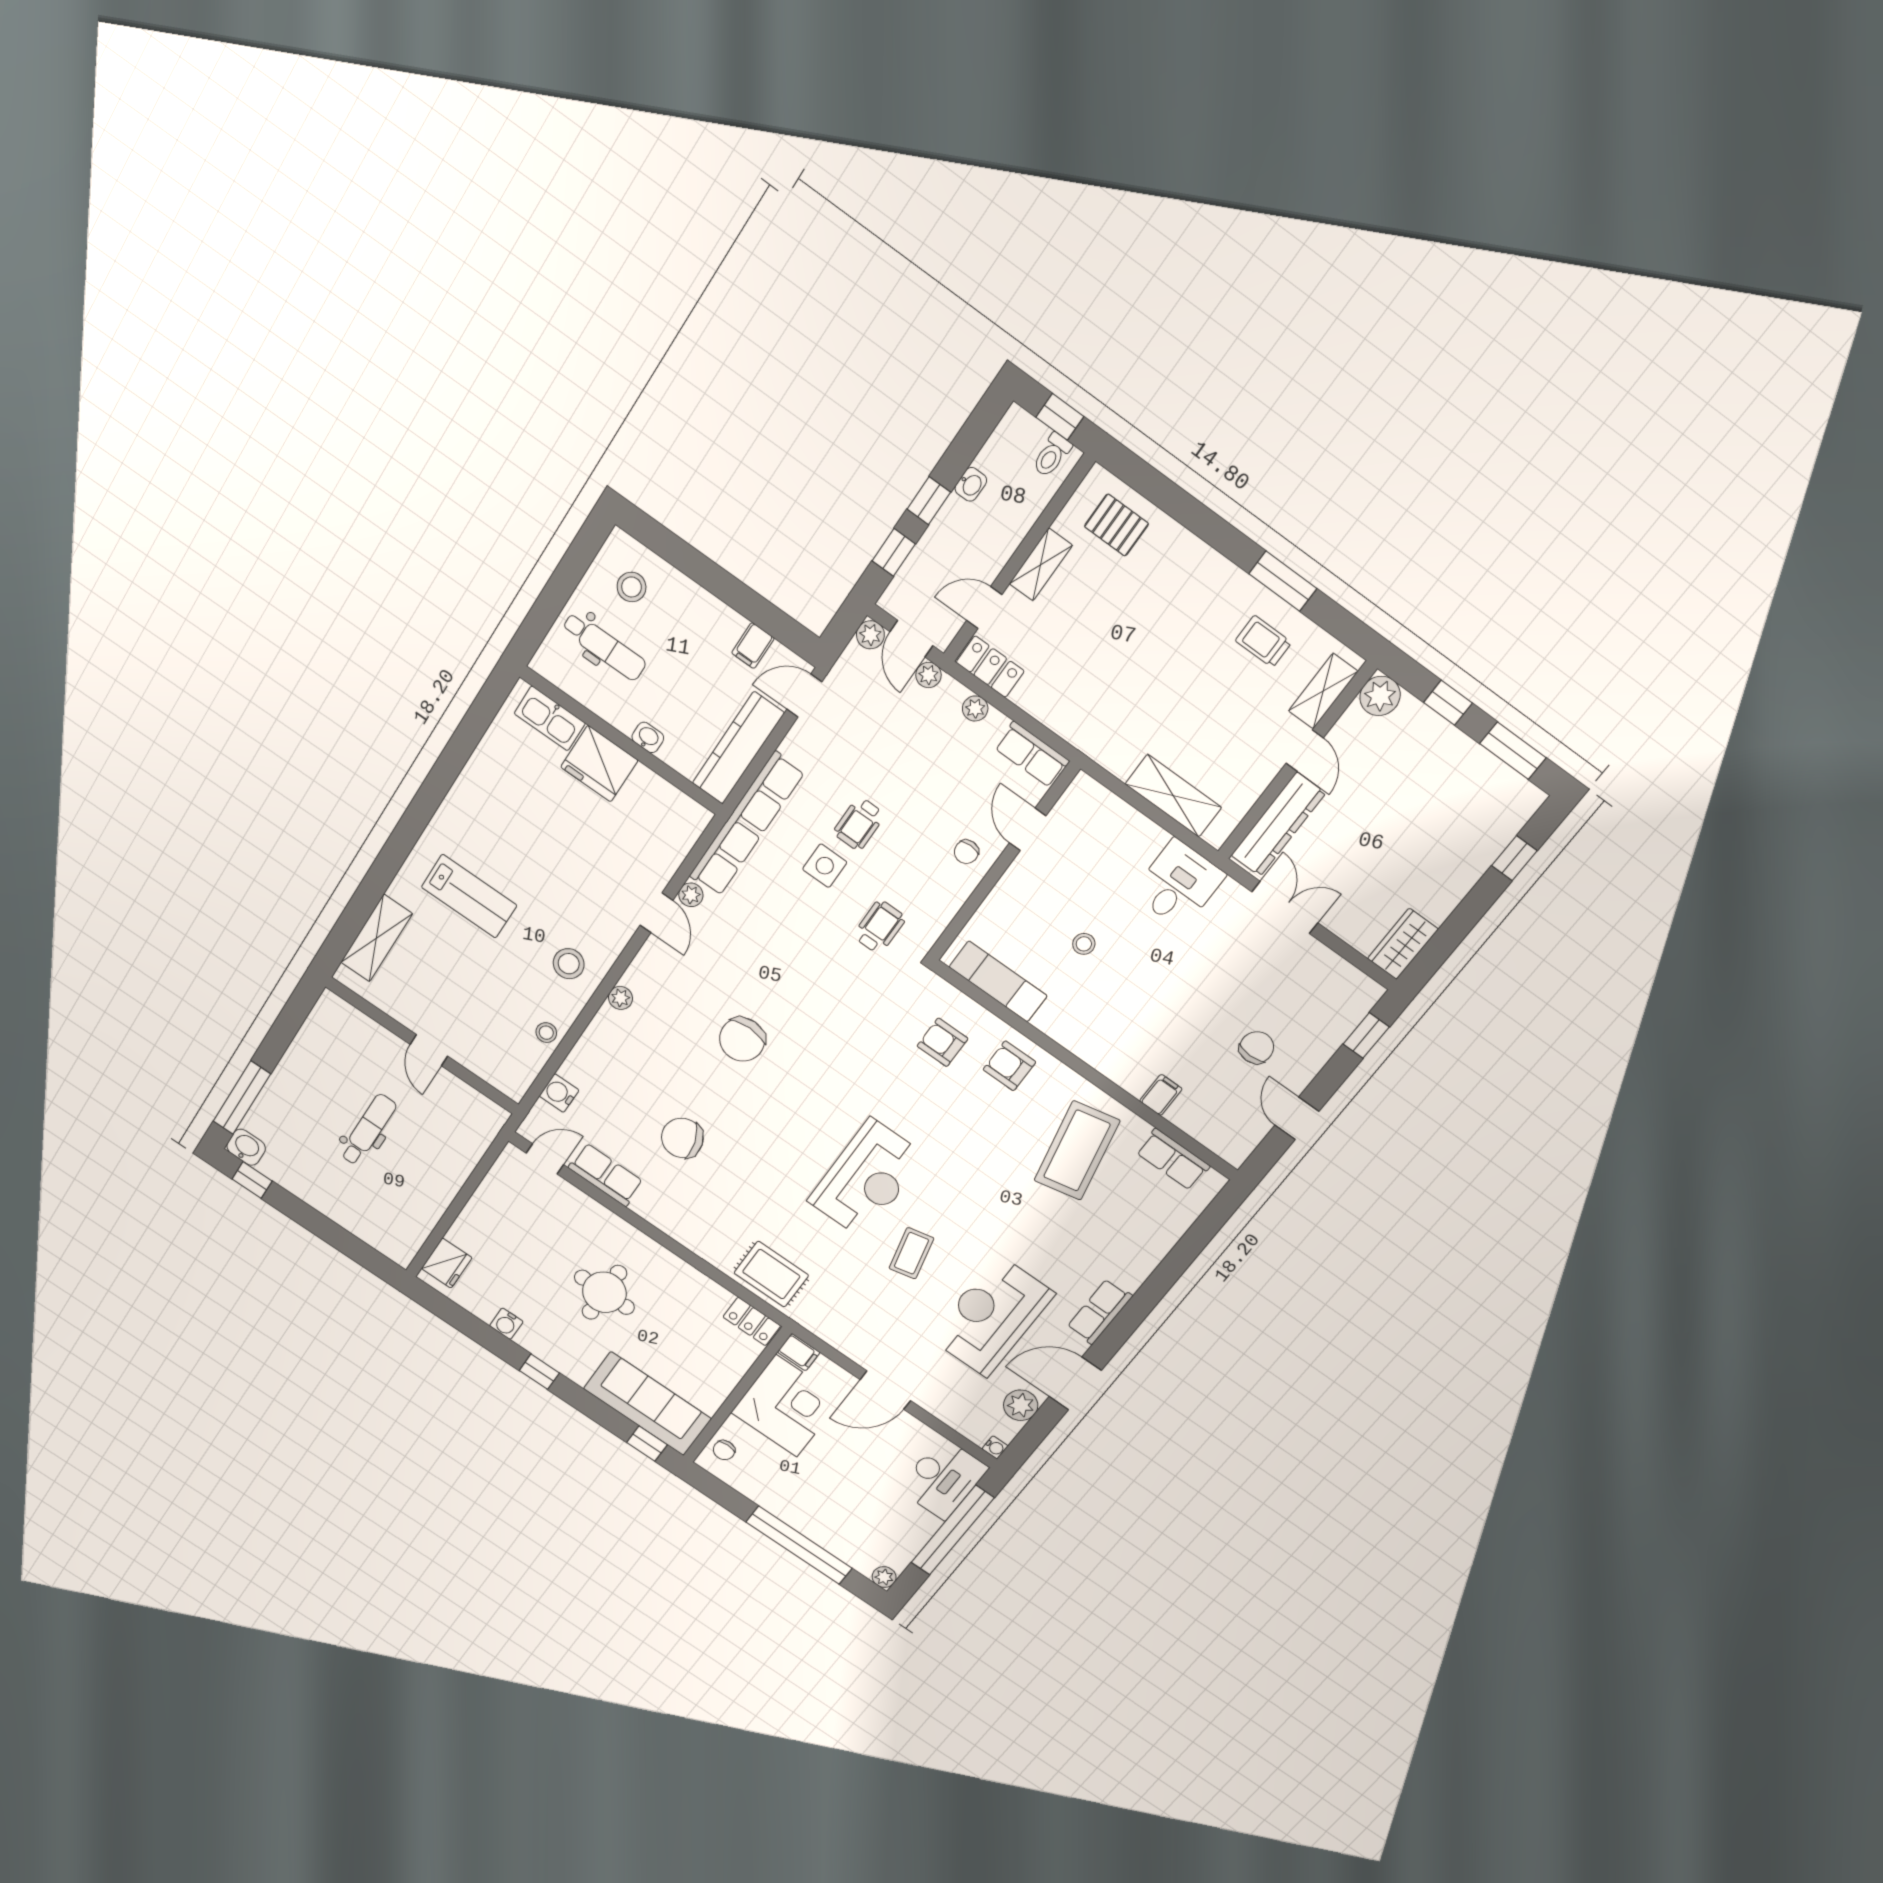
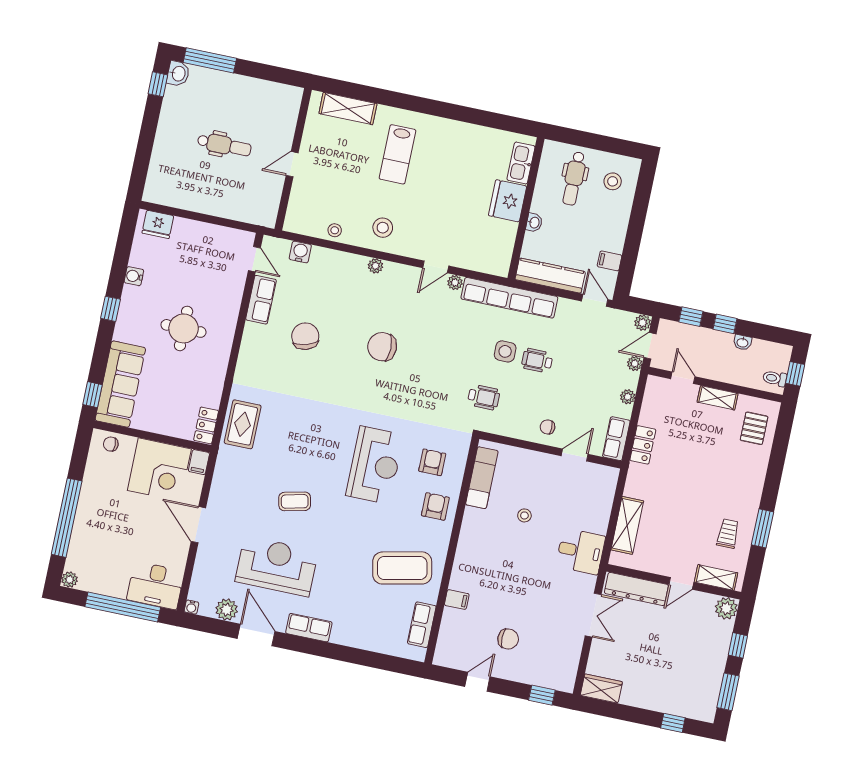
locker: (990, 667) -> (643, 445), moved
reception desk: (867, 1178) -> (375, 465), moved, turned -90

